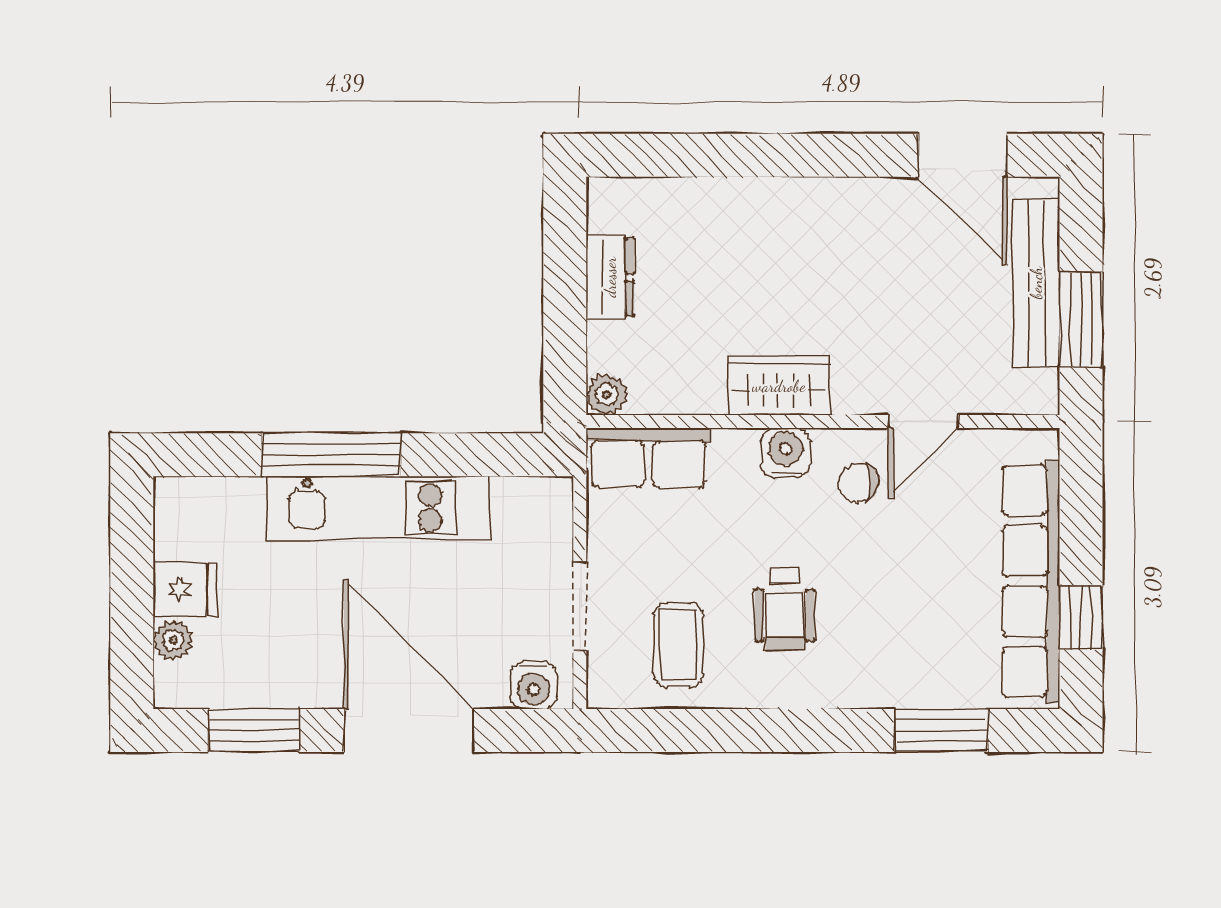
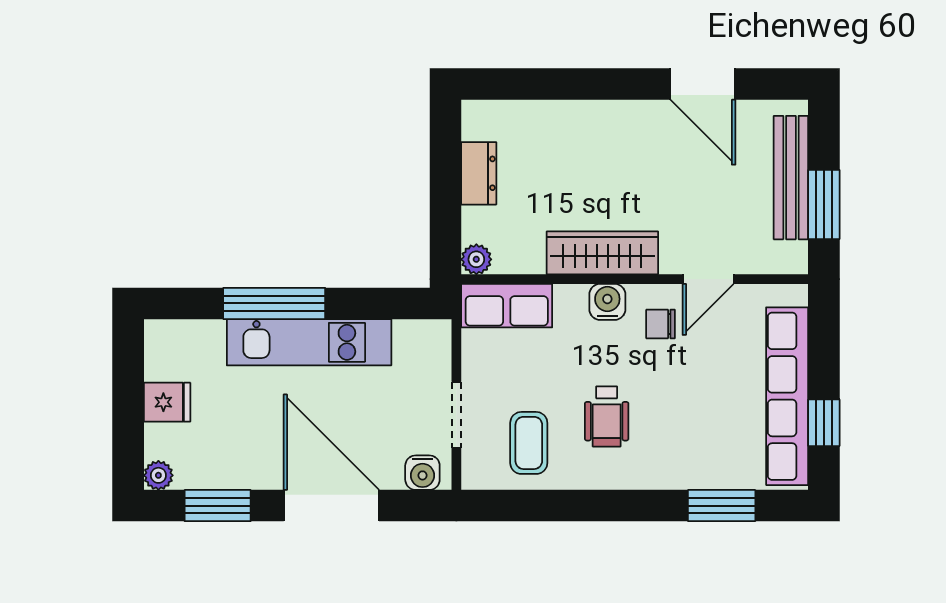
door: (963, 155) -> (703, 84), moved
wardrobe: (779, 386) -> (602, 253), width x1.50
plant: (173, 640) -> (158, 475), moved

